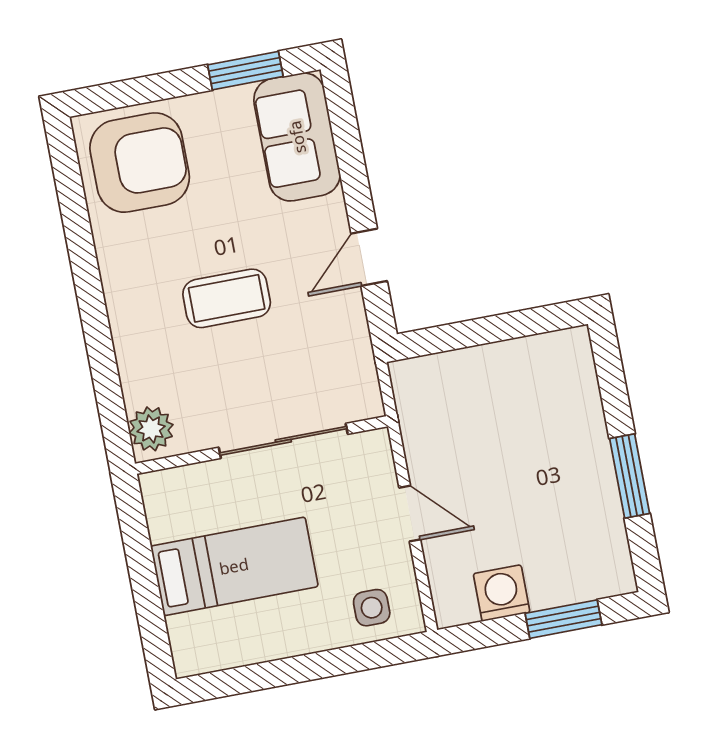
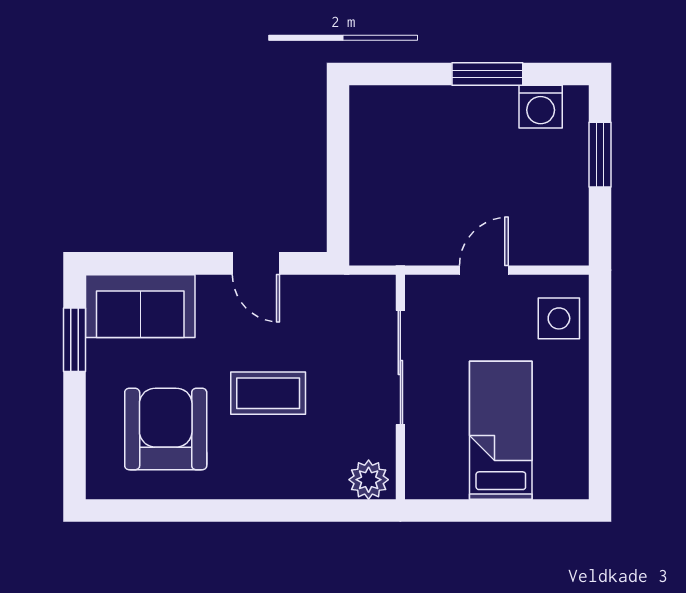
armchair: (140, 163) -> (166, 429), moved
coffee table: (227, 298) -> (268, 393), turned 90
washing machine: (502, 593) -> (541, 107), moved, turned -90
side table: (372, 608) -> (559, 318), width x1.37, depth x1.37

